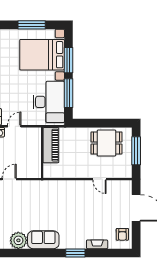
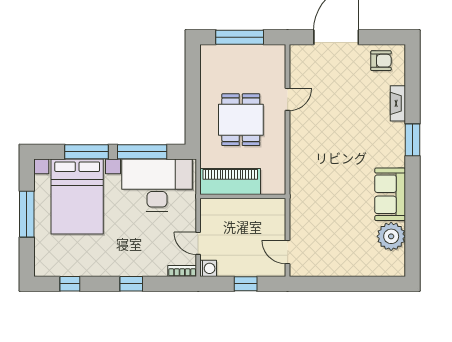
dining table: (106, 143) -> (241, 120), moved

